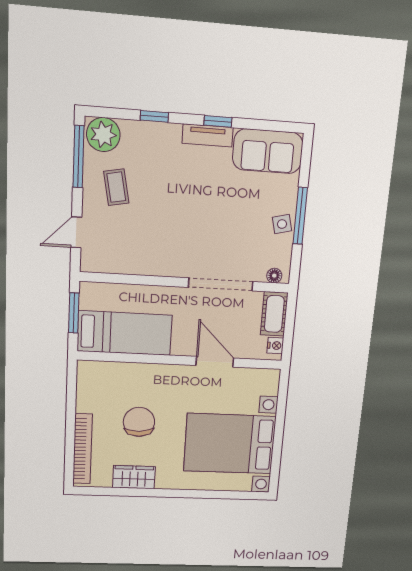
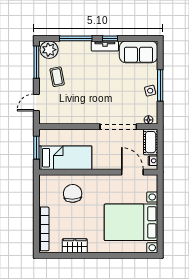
window: (154, 116) -> (76, 38), width x2.17
door: (215, 362) -> (132, 172), moved
chair: (139, 422) -> (73, 193), moved

